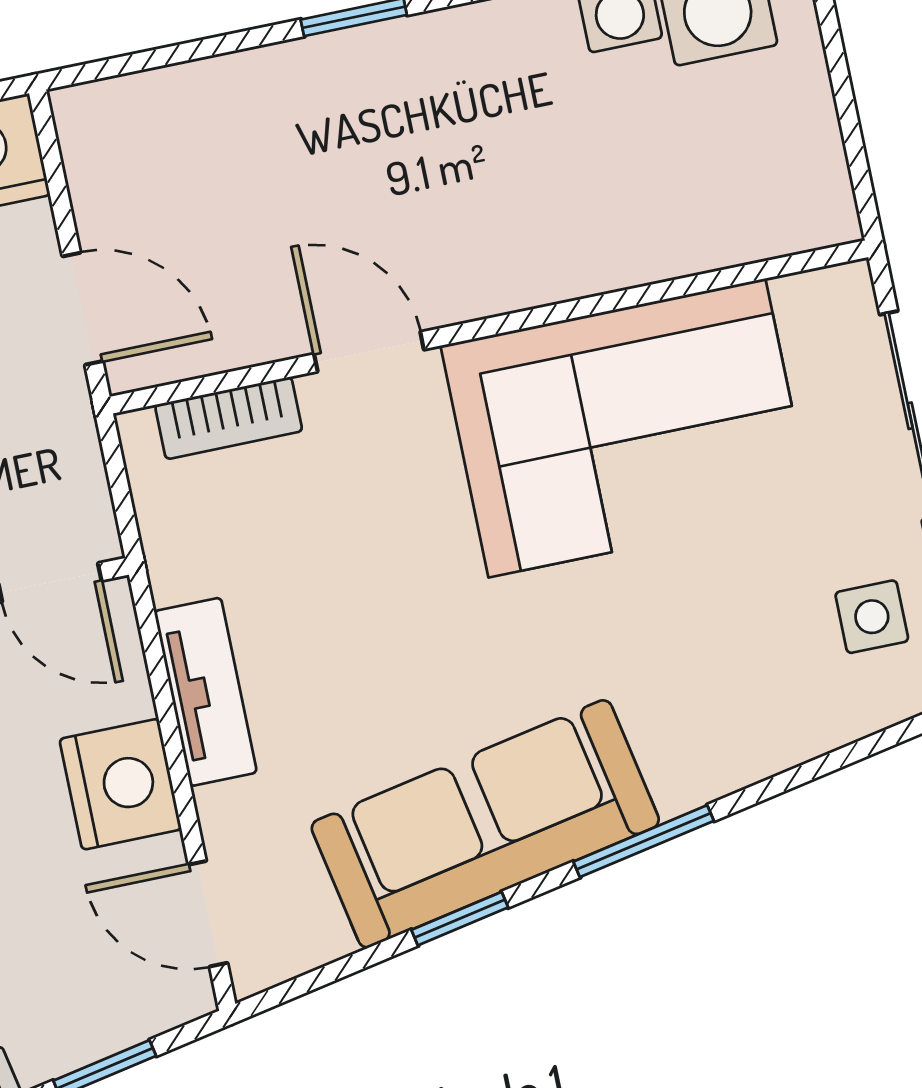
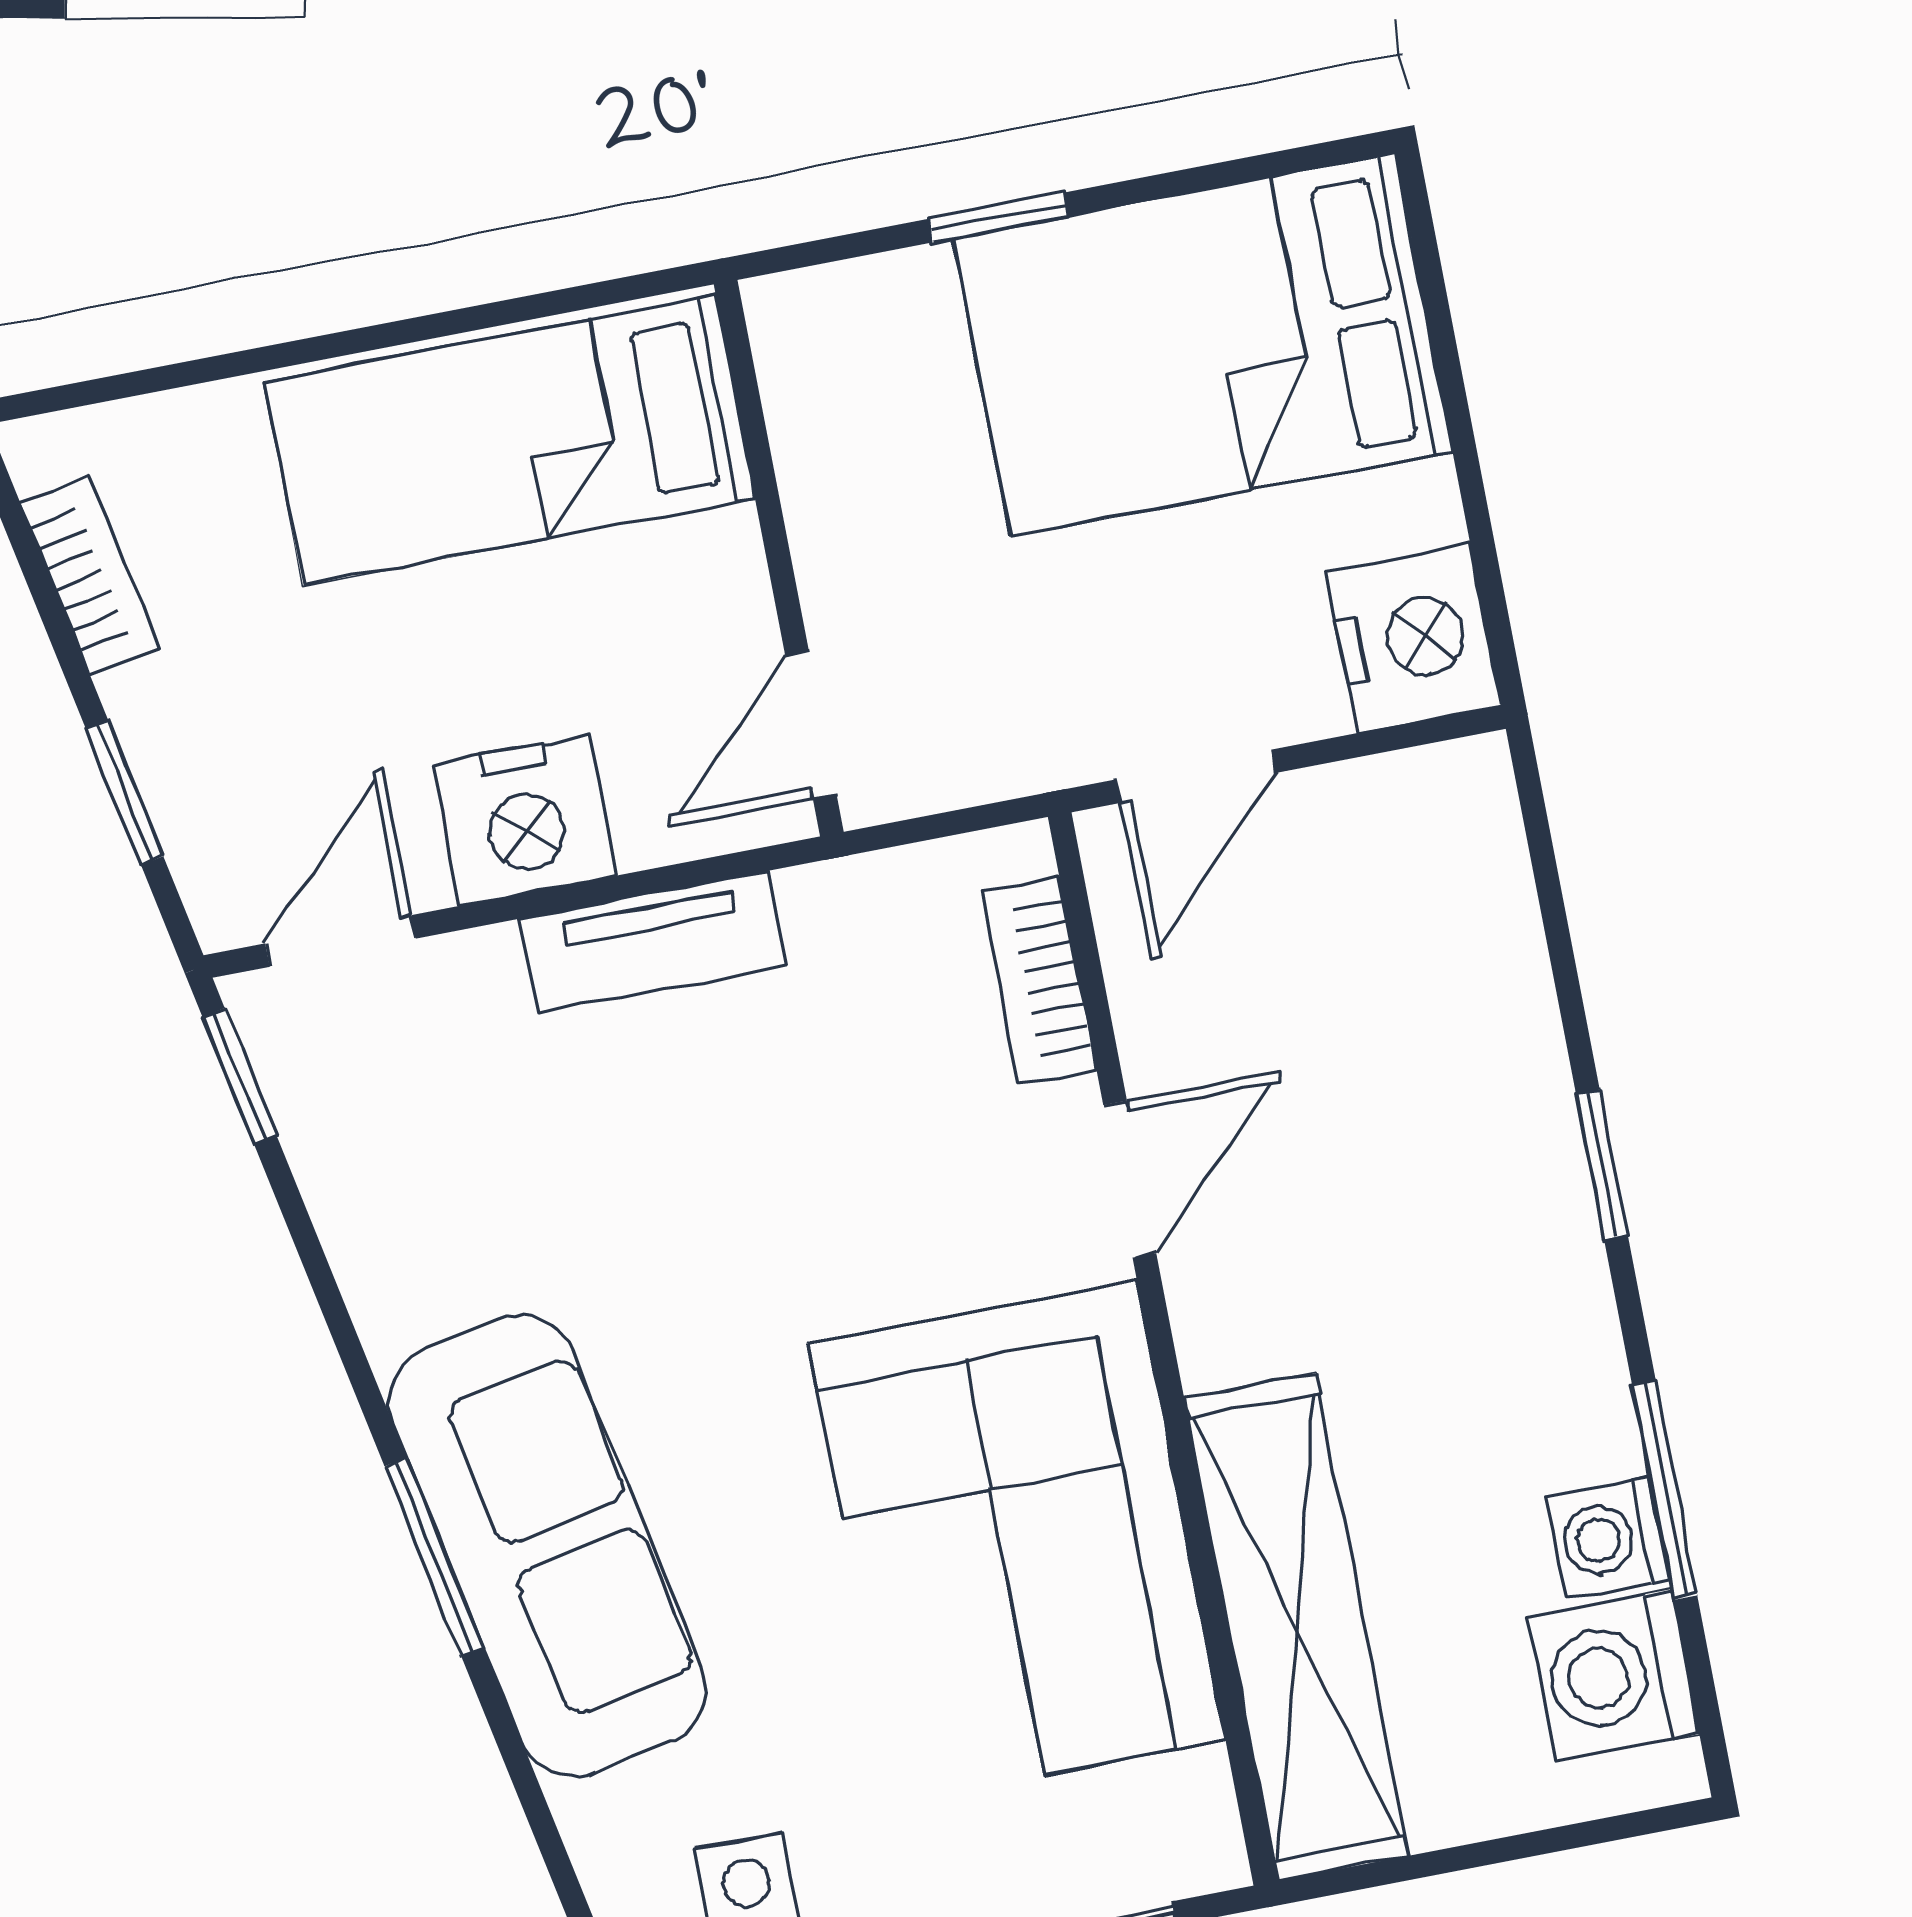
shelving: (685, 229) -> (1296, 1627), added
sofa: (485, 824) -> (547, 1546), moved
window: (460, 919) -> (240, 1076), moved

